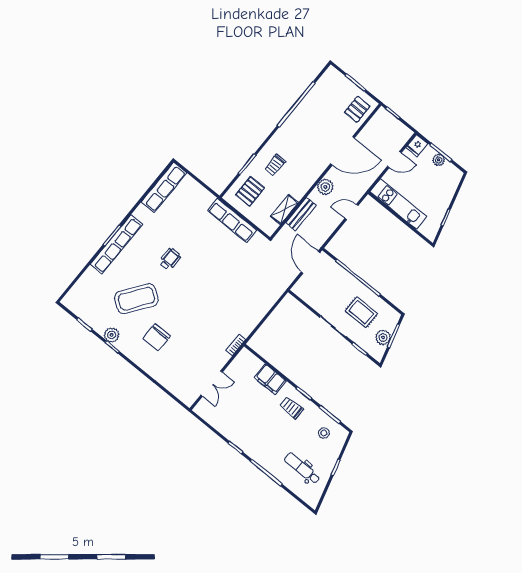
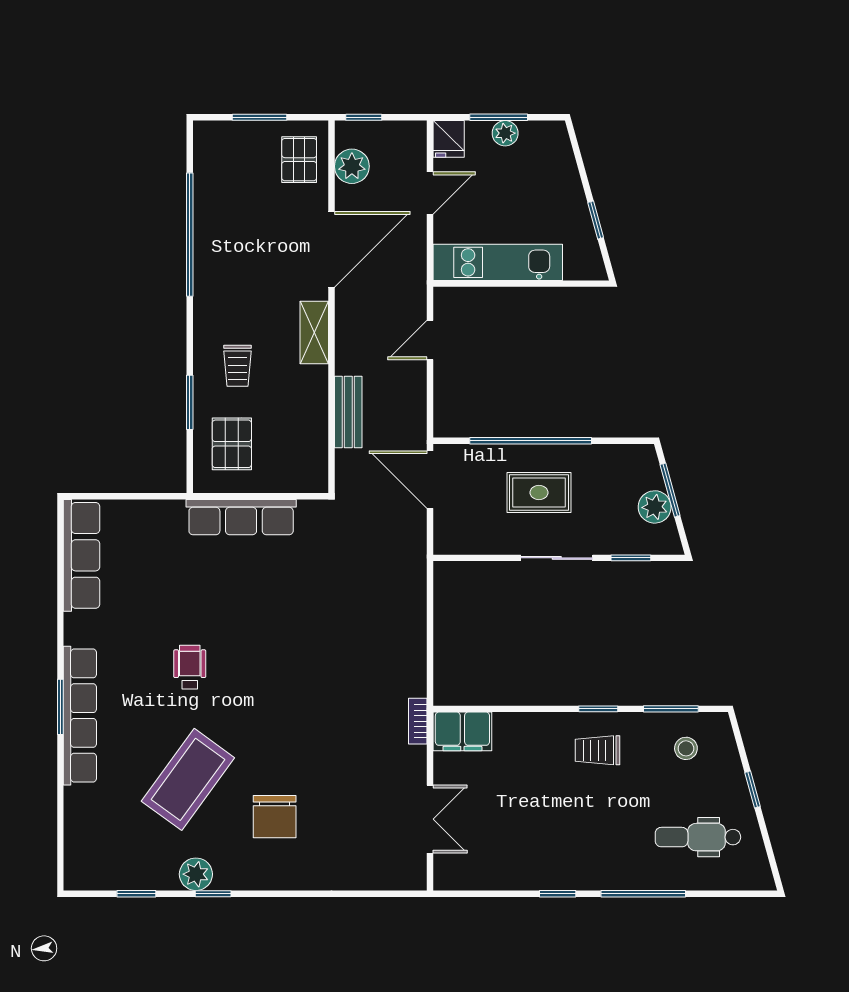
plant: (325, 187) -> (352, 166), moved
shelving: (285, 210) -> (314, 332), moved
rug: (361, 312) -> (539, 493), moved
filing cabinet: (270, 379) -> (462, 731), moved

